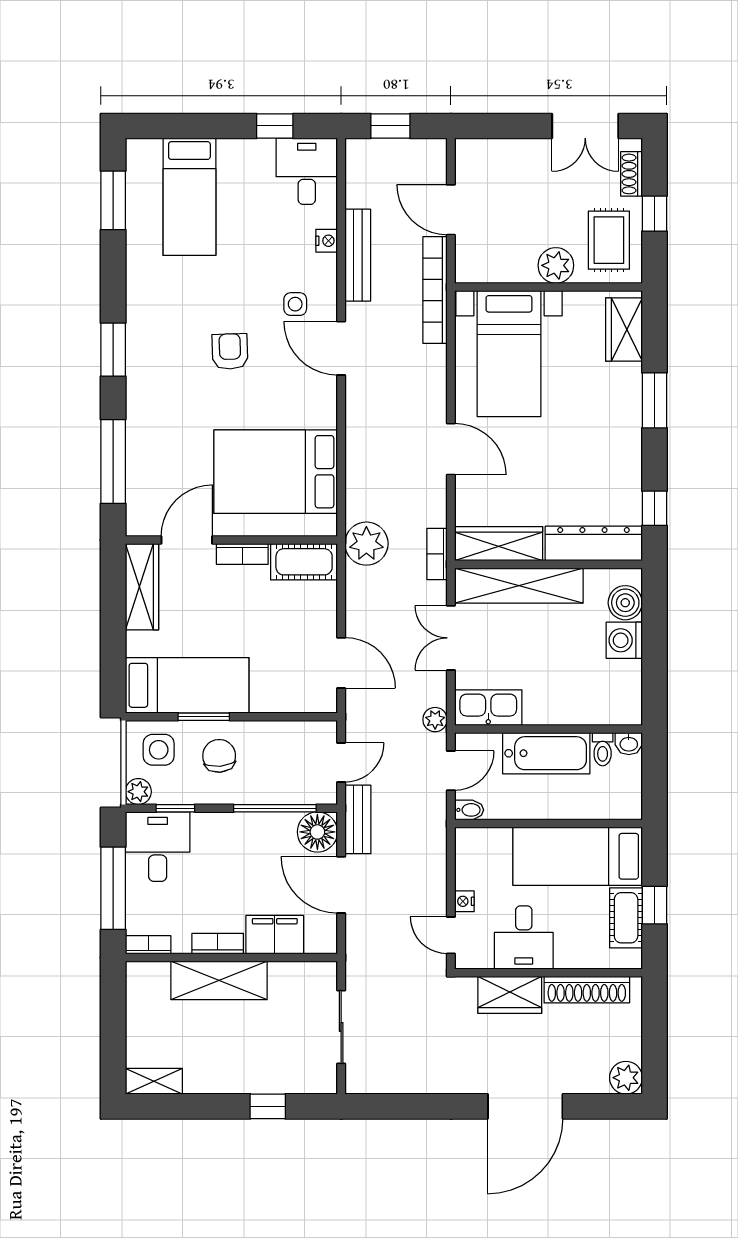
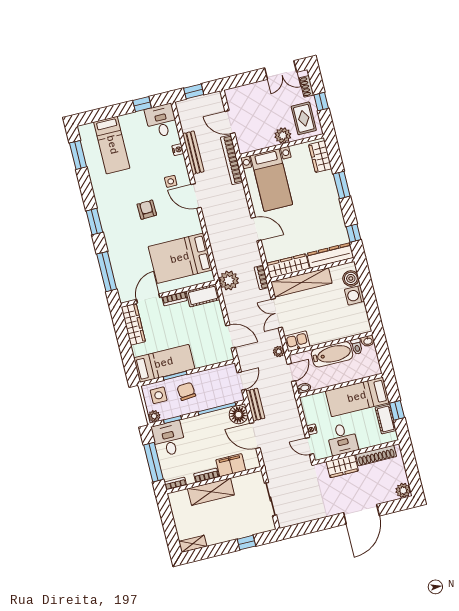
kitchen sink: (488, 708) -> (297, 341), width x0.73

